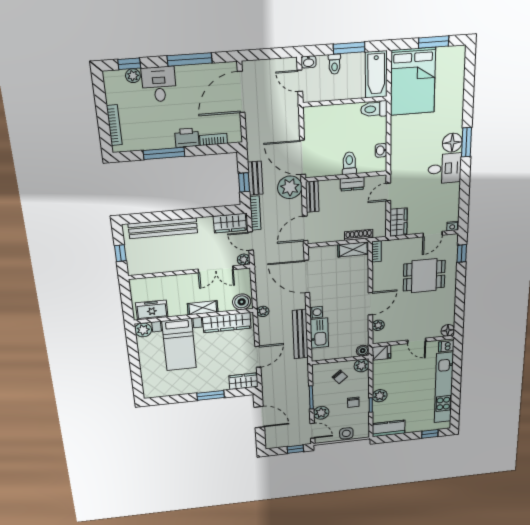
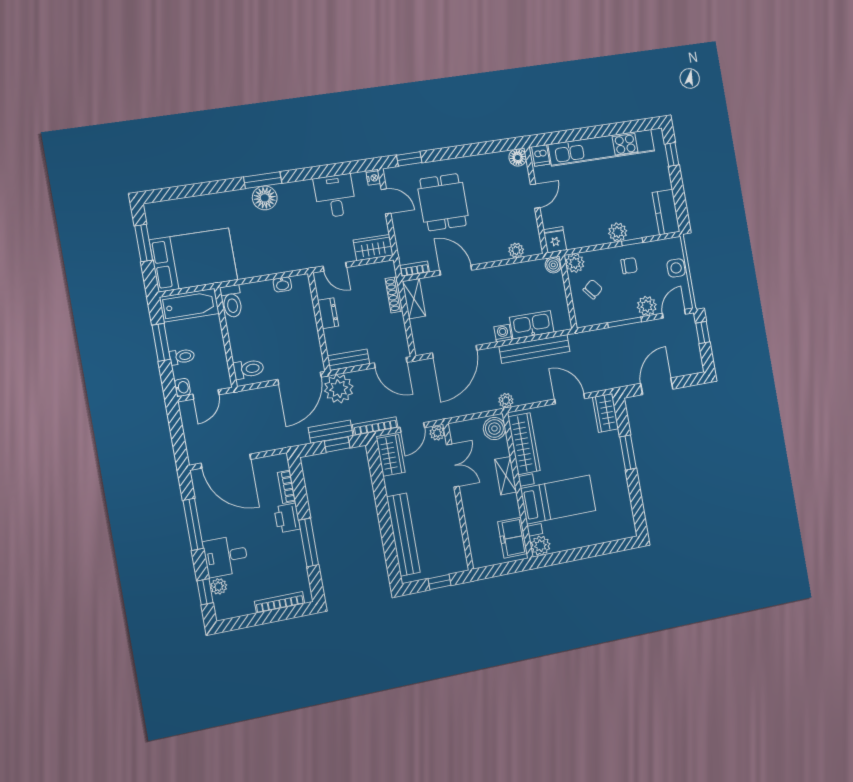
toilet: (349, 163) -> (249, 369), moved, turned 180
desk: (445, 169) -> (335, 196), moved
door: (370, 304) -> (456, 270), moved

